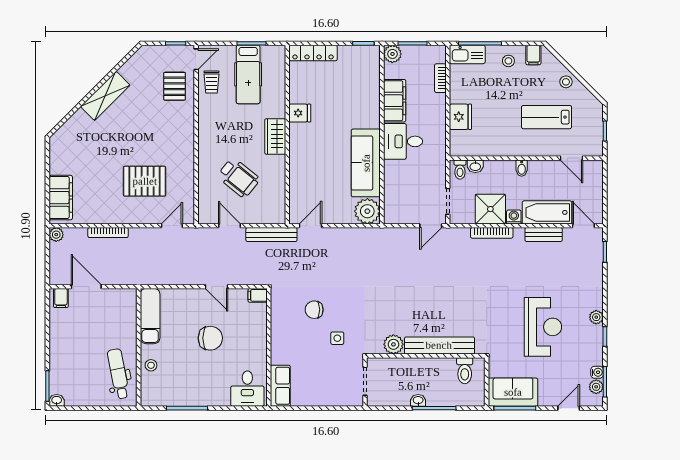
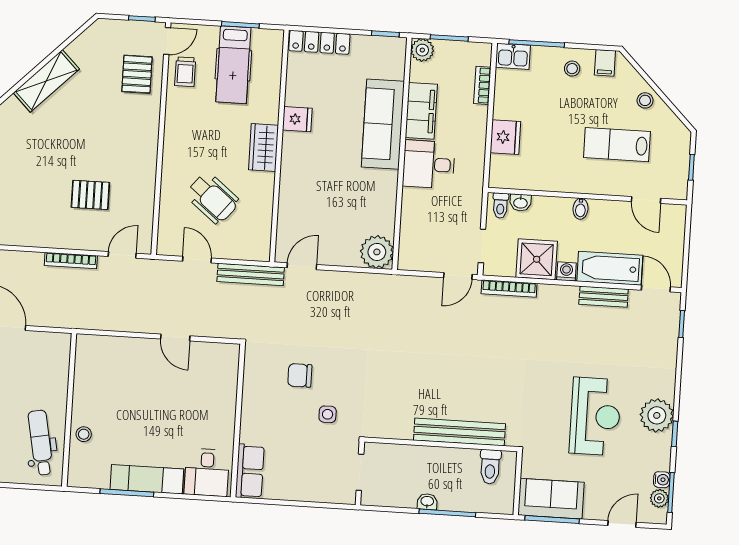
kitchen sink: (467, 54) -> (513, 56), width x0.73
sofa: (366, 163) -> (383, 124), moved
pallet: (145, 181) -> (90, 195), width x0.67, depth x0.71
bookcase: (108, 233) -> (71, 261), moved
bookcase: (492, 233) -> (509, 289), moved
filing cabinet: (258, 295) -> (228, 352), removed
exam couch: (150, 316) -> (147, 479), moved, turned -90
plant: (596, 317) -> (657, 415), width x1.87, depth x1.87
chair: (210, 338) -> (163, 404), removed
plant: (393, 344) -> (400, 427), removed

